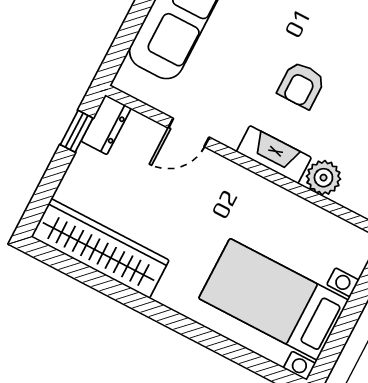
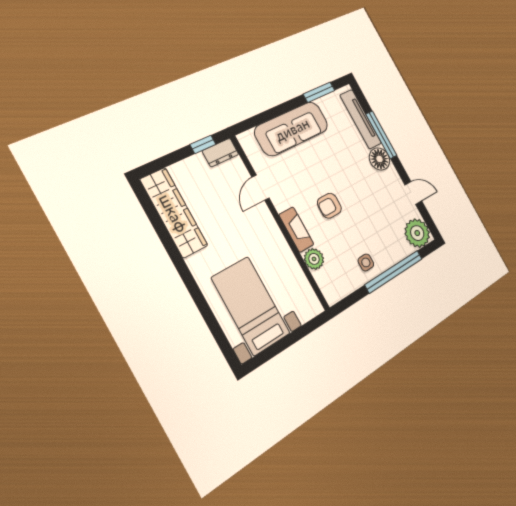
door: (189, 133) -> (260, 188), hinge flipped

